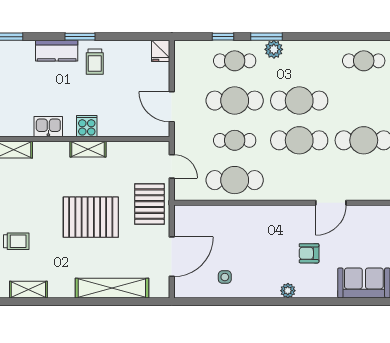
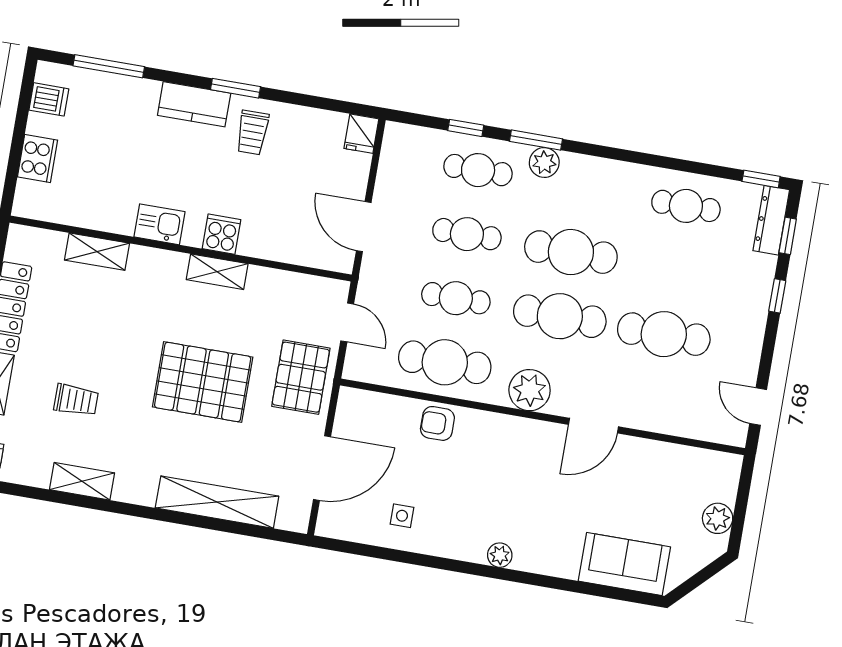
cafe table: (235, 101) -> (467, 234), width x0.73, depth x0.74
plant: (289, 188) -> (530, 390), added
armchair: (309, 253) -> (437, 423), moved

